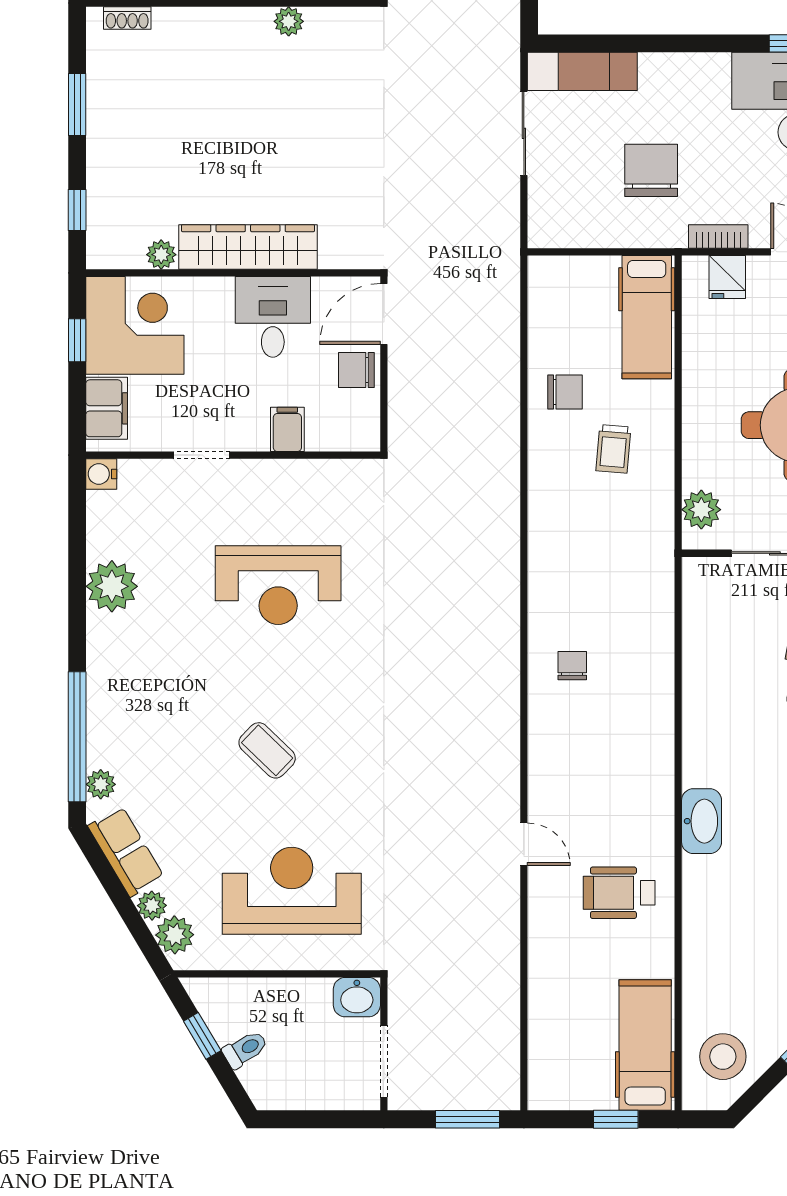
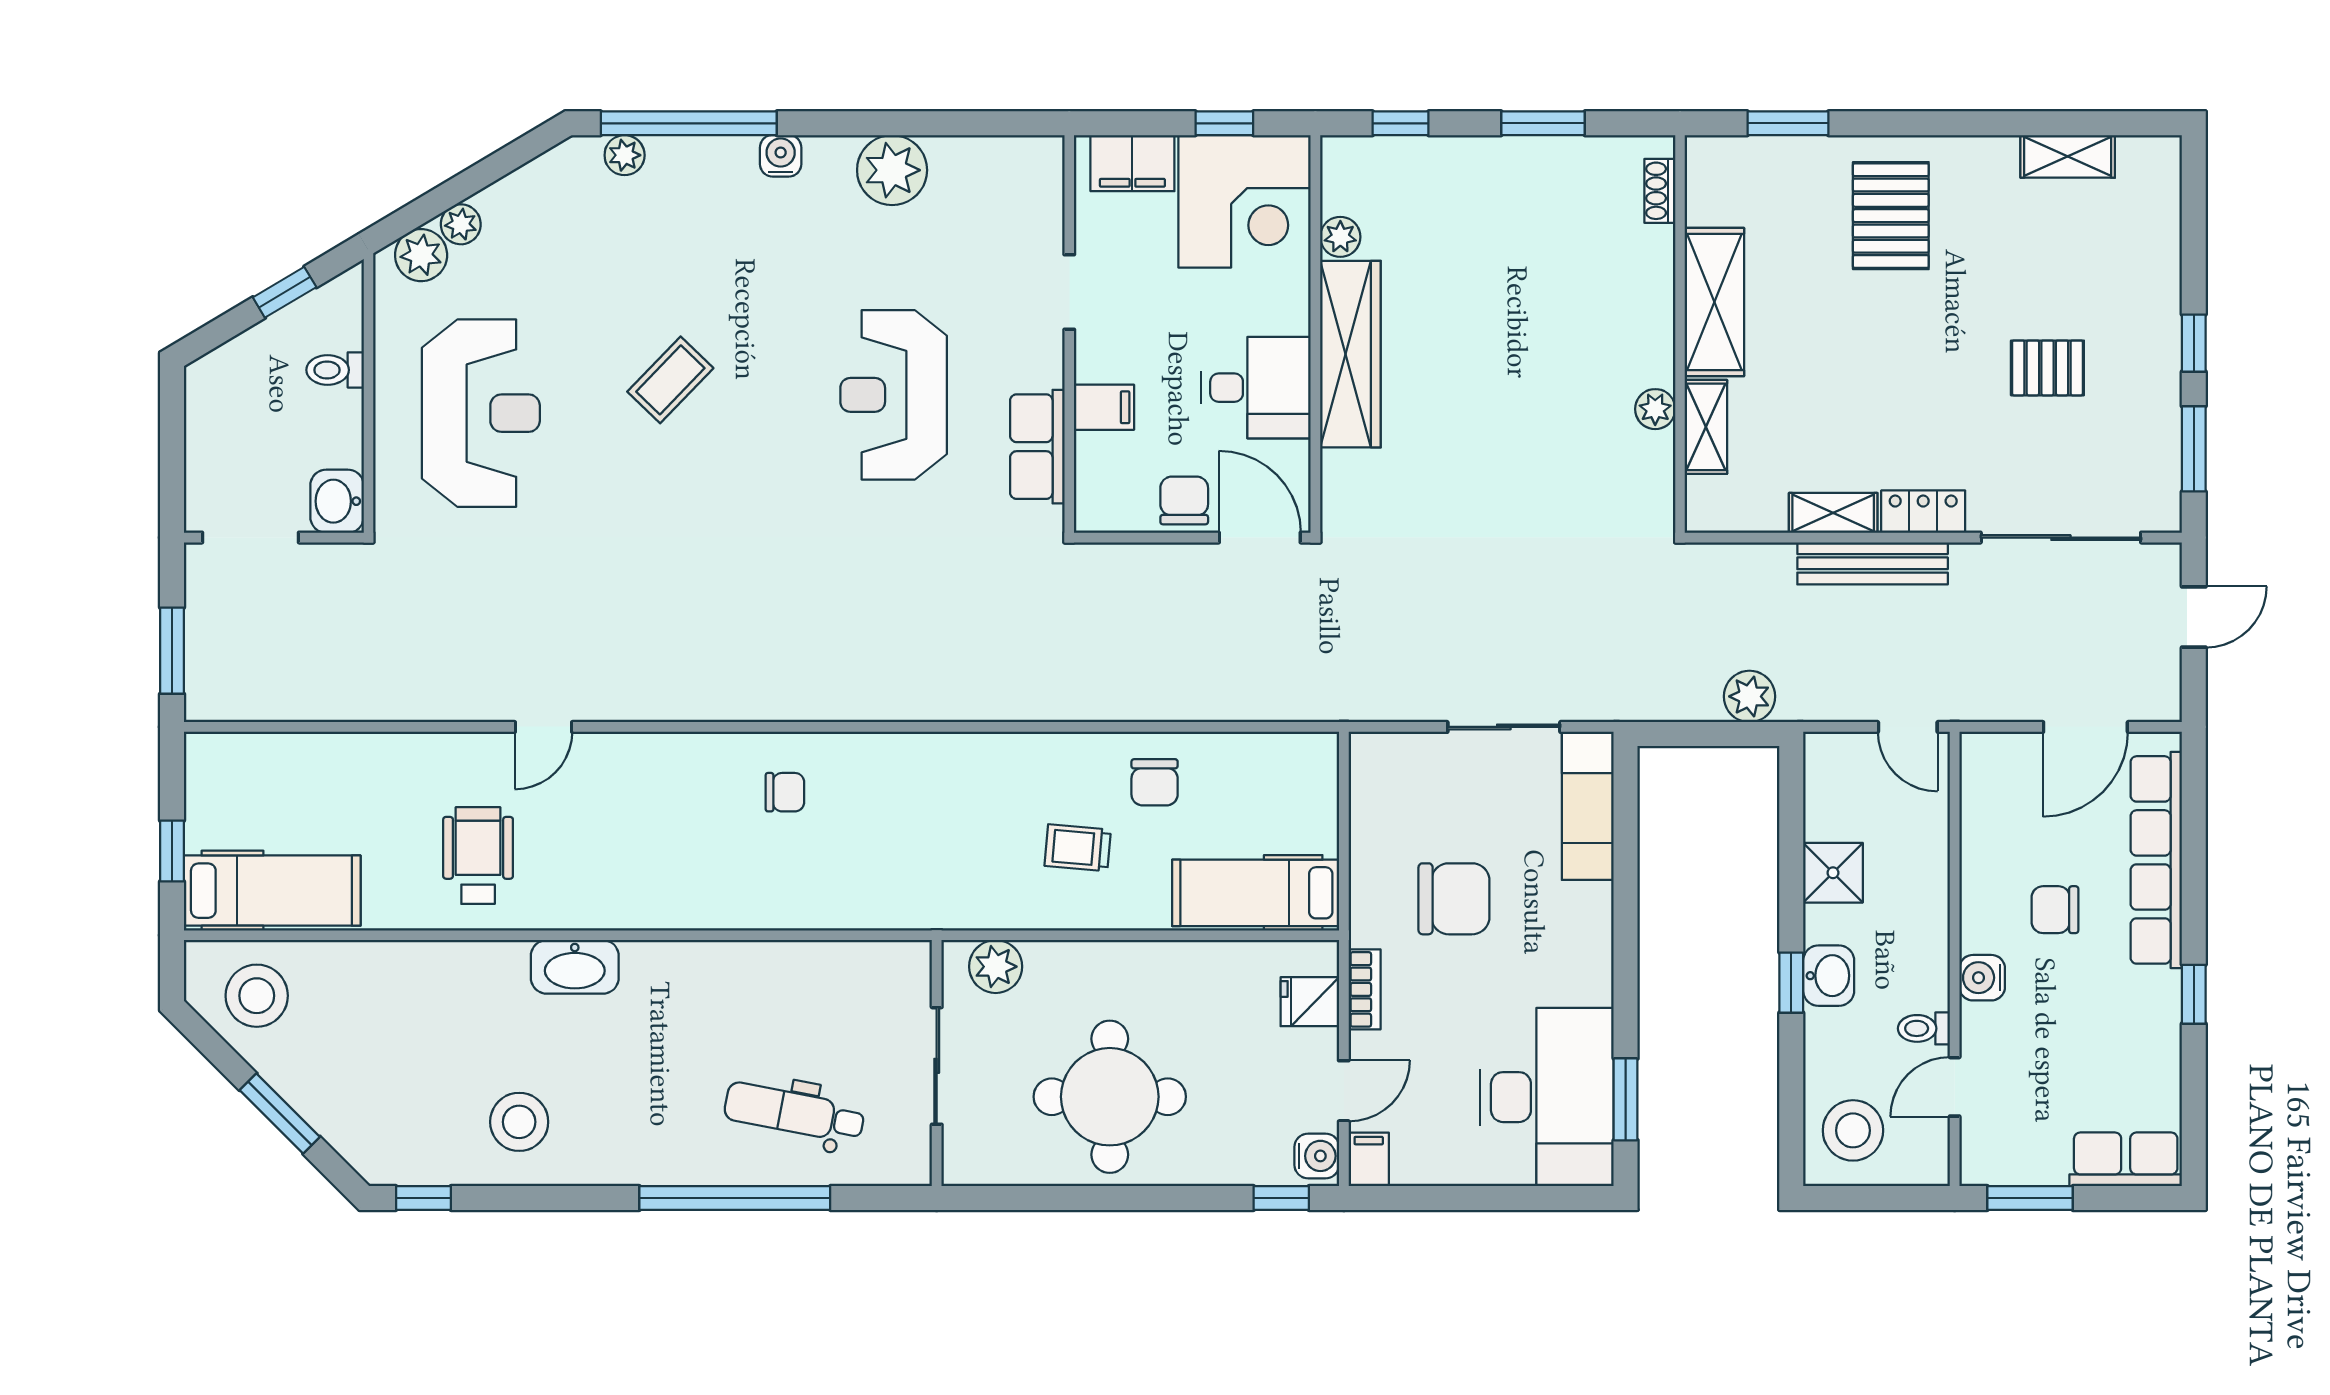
water cooler: (101, 474) -> (781, 156), moved
row of seats: (126, 852) -> (1037, 447), moved, turned 121
toilet: (245, 1049) -> (335, 370), moved, turned 121

